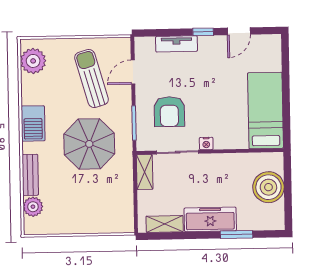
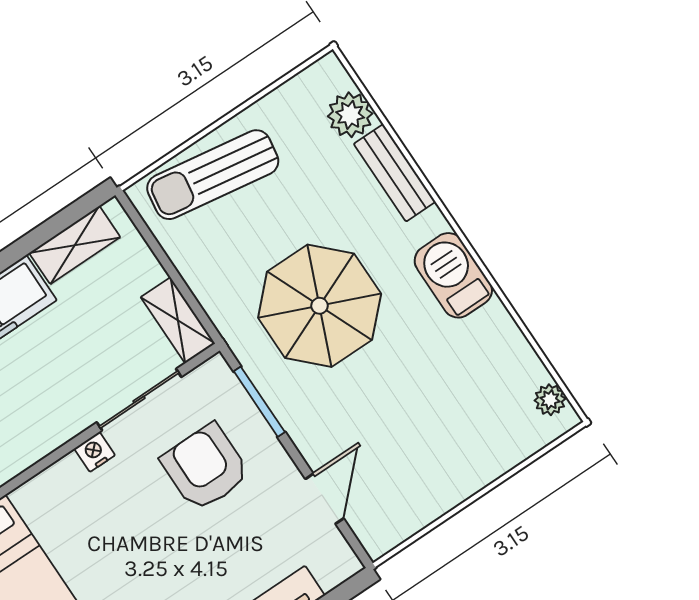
plant: (33, 61) -> (550, 400), width x0.53, depth x0.53
sun lounger: (91, 79) -> (213, 175), moved, turned 115

